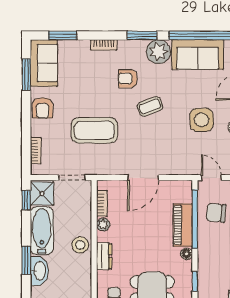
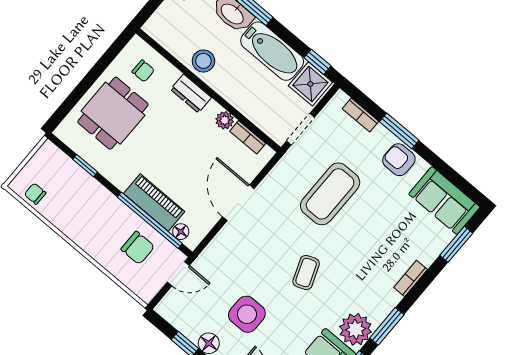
window: (26, 75) -> (399, 131), moved
armchair: (128, 79) -> (354, 274), removed
chair: (216, 213) -> (138, 248), turned 85
stool: (80, 245) -> (203, 61), moved
floor lamp: (187, 254) -> (181, 232), moved

